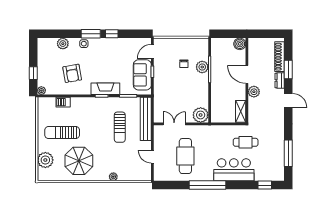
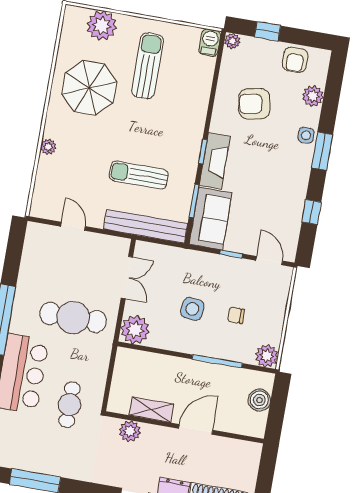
window: (112, 34) -> (312, 212), moved
boiler: (240, 44) -> (259, 400), moved
armchair: (45, 56) -> (295, 60), added
plant: (202, 67) -> (267, 356), moved
sofa: (142, 75) -> (211, 218), moved, turned 90
side table: (185, 87) -> (192, 309), added
plant: (254, 92) -> (130, 431), moved
barbecue: (63, 102) -> (210, 43), moved
shelving: (241, 111) -> (151, 410), moved
cafe table: (185, 156) -> (73, 317), moved
door: (152, 157) -> (73, 226), hinge flipped

